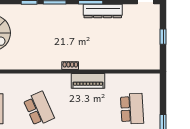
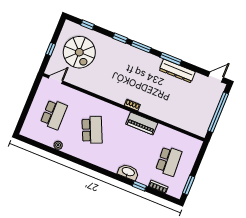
window: (163, 37) -> (218, 112), width x3.17

